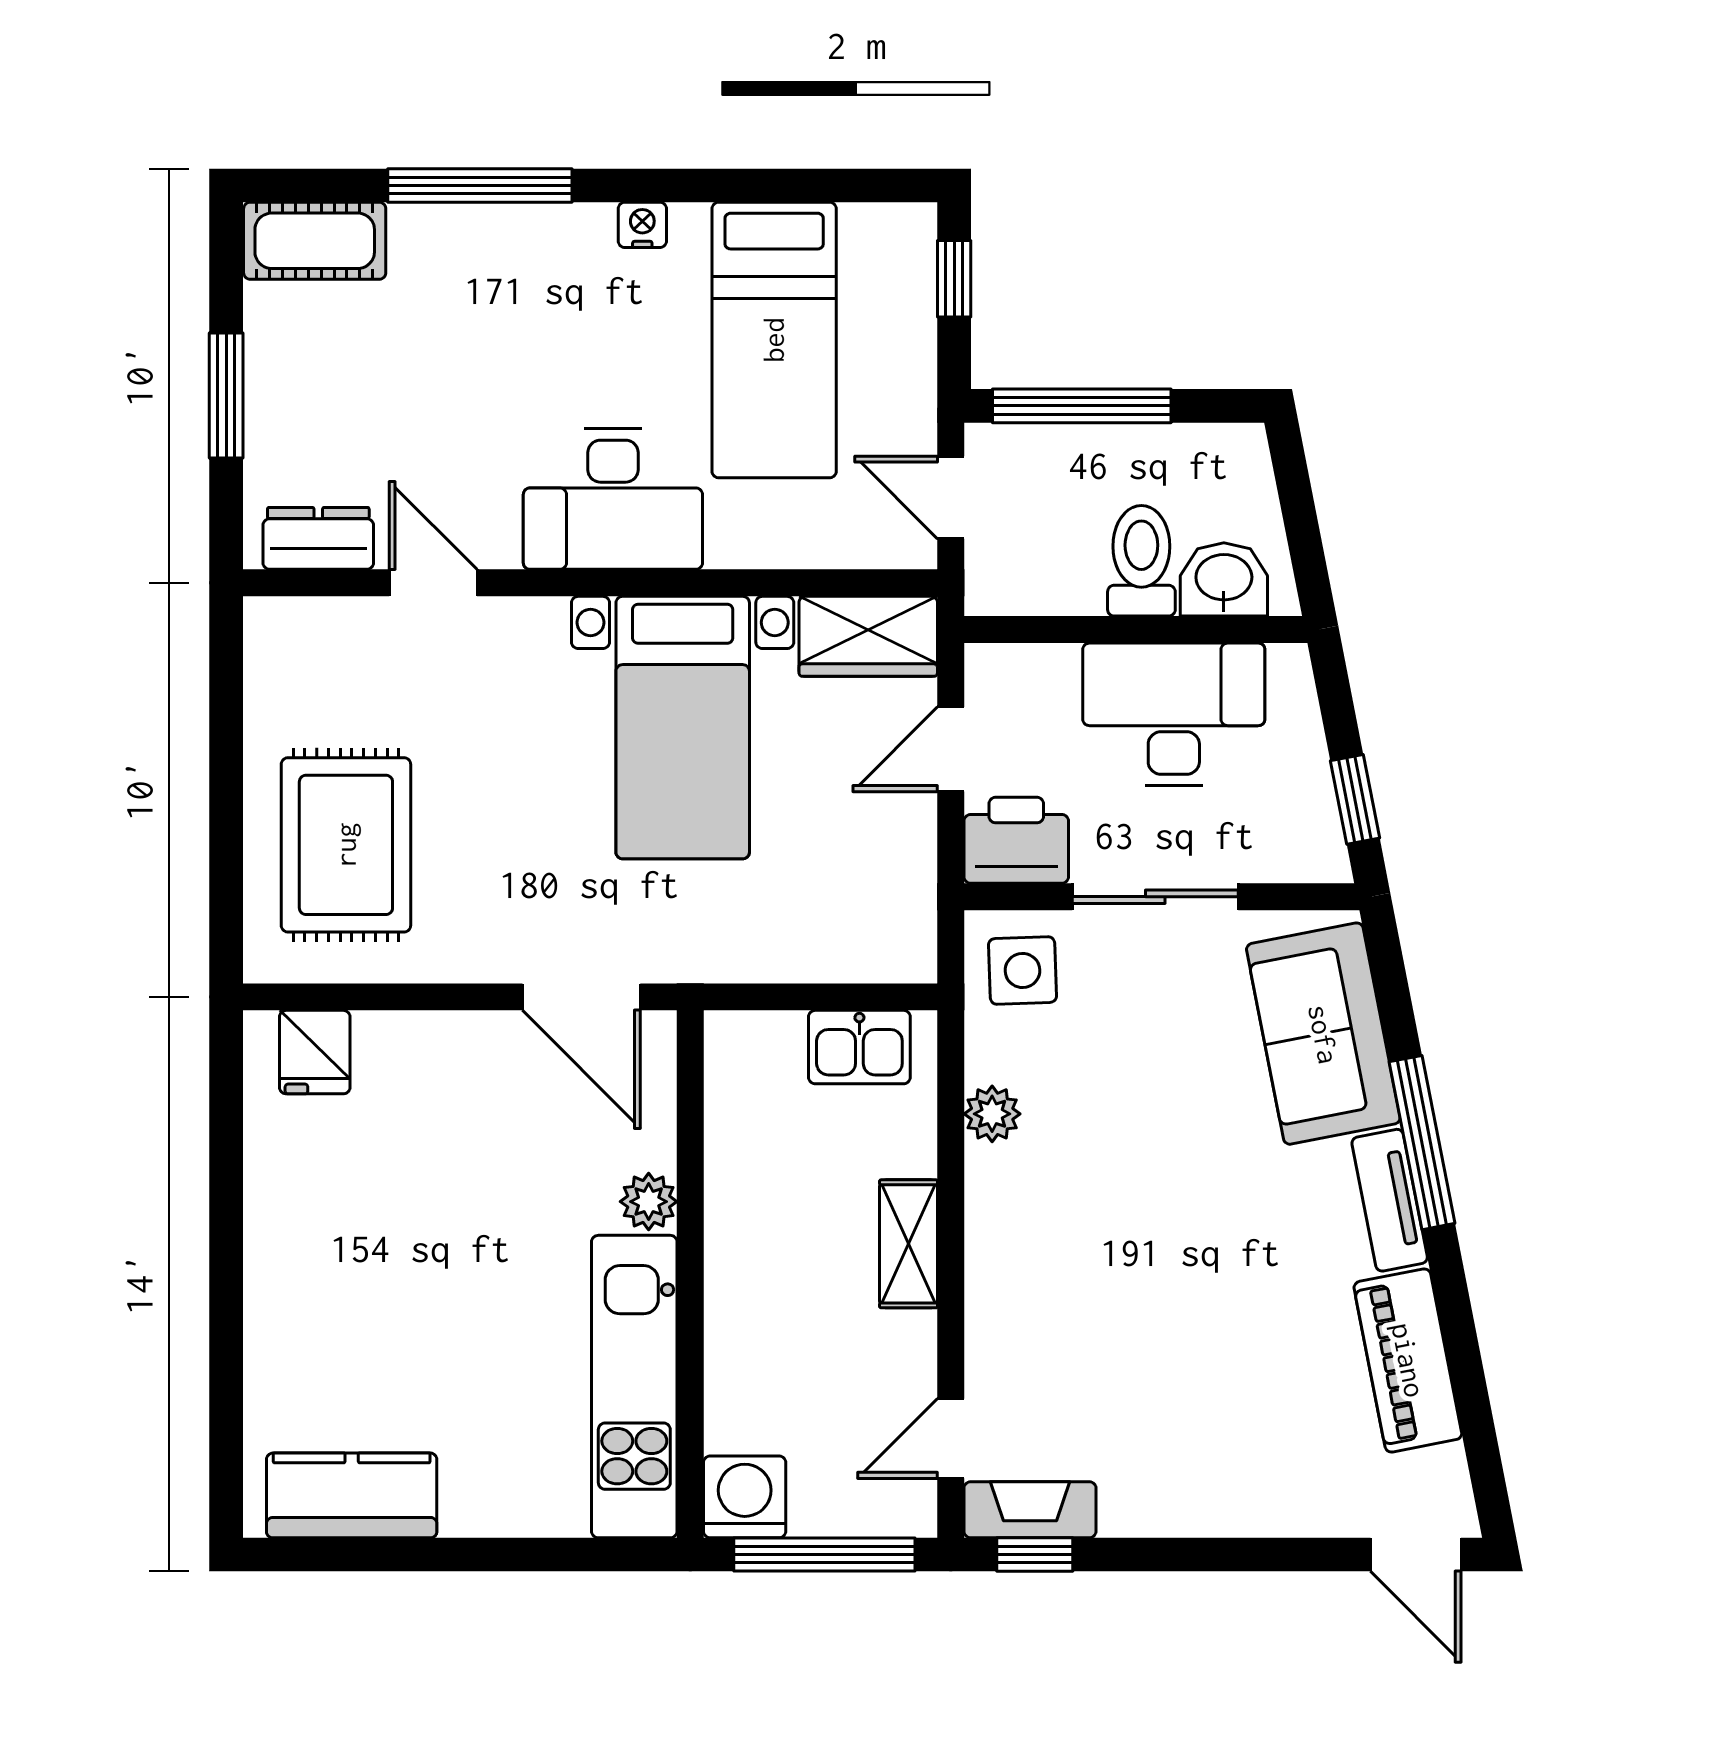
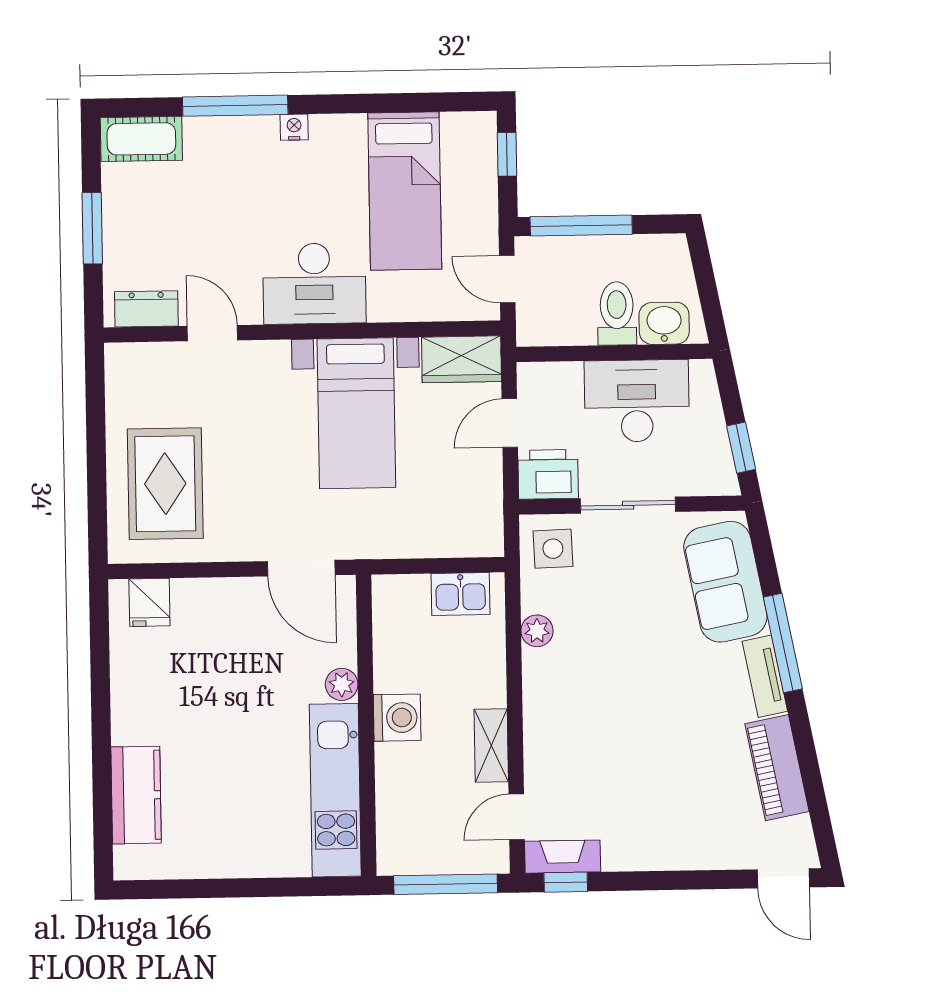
nightstand: (642, 225) -> (294, 127), moved
shelving: (909, 1244) -> (491, 745), moved
kitchen counter: (352, 1495) -> (136, 795), moved, turned 90
washing machine: (745, 1497) -> (397, 718), moved, turned 90

